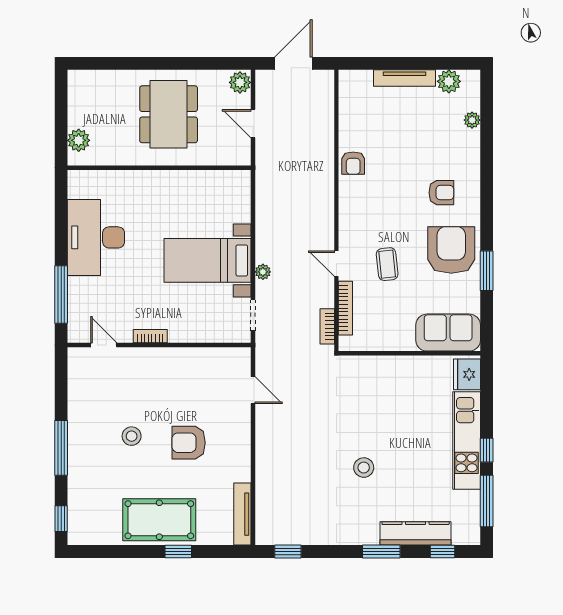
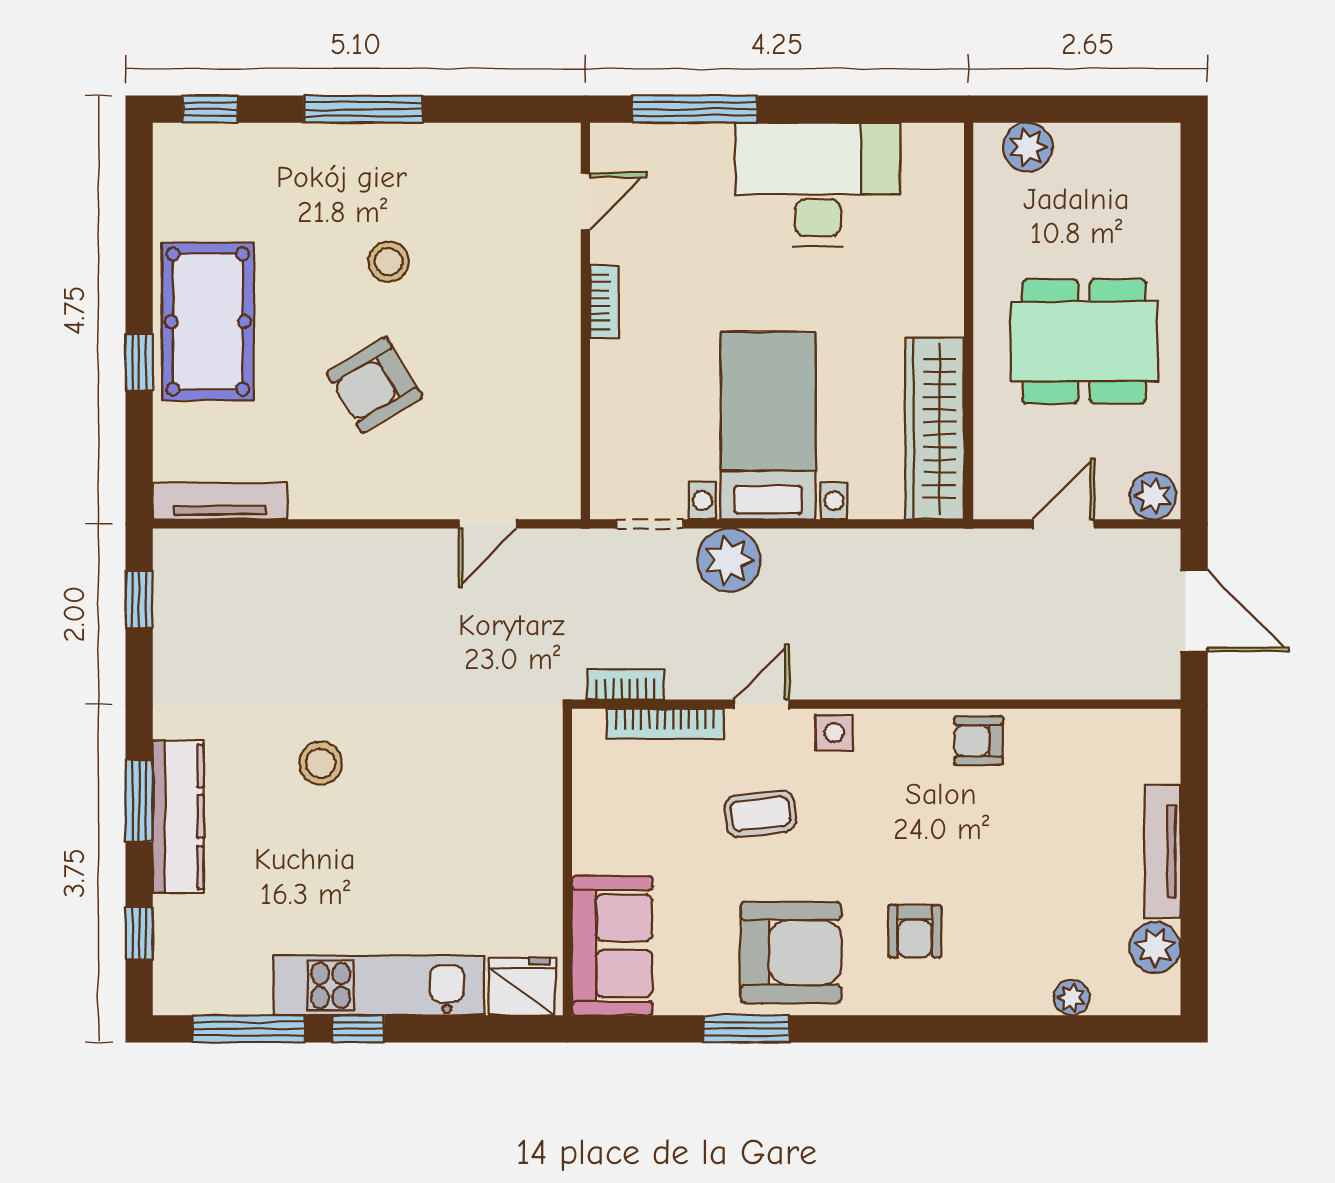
wardrobe: (209, 183) -> (935, 428), added
side table: (350, 230) -> (834, 733), added
plant: (263, 272) -> (729, 560), width x1.88, depth x1.88
armchair: (189, 443) -> (374, 385), turned -121
kitchen counter: (416, 533) -> (178, 817), moved

